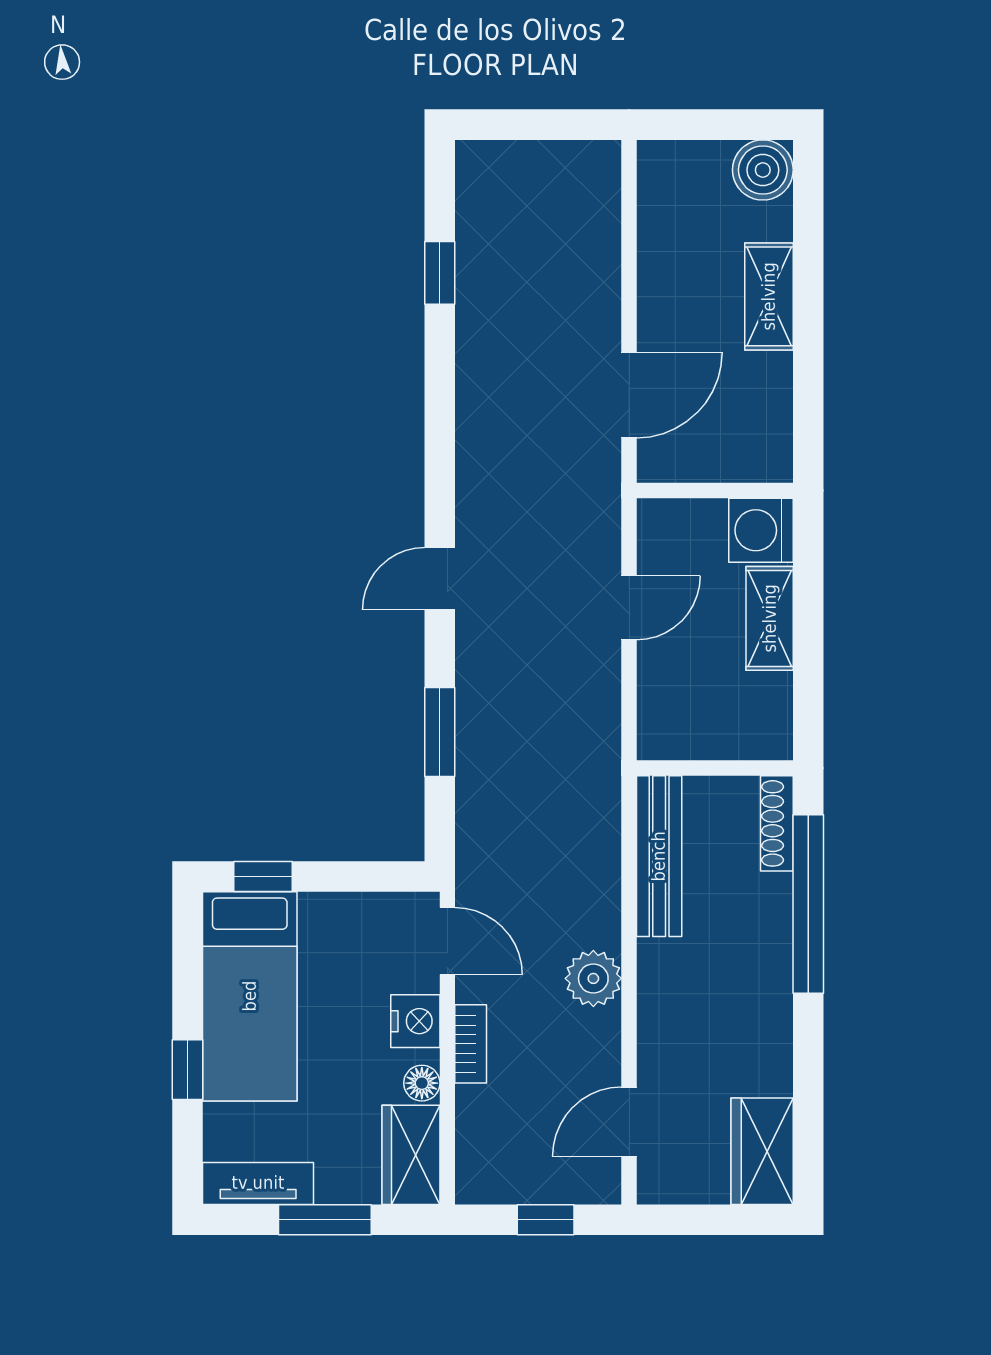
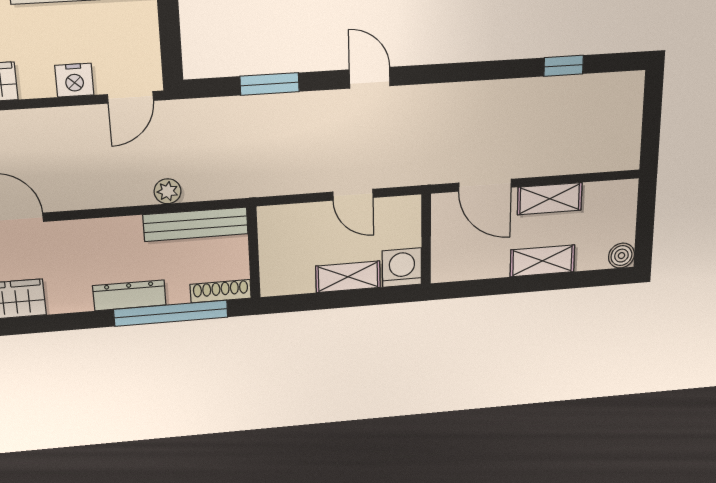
boiler: (763, 170) -> (621, 256), width x0.73, depth x0.73
shelving: (660, 288) -> (550, 199), added
dresser: (771, 967) -> (129, 295), added
plant: (593, 978) -> (168, 191), moved, width x0.73, depth x0.73
bookcase: (471, 1044) -> (62, 117), removed
floor lamp: (422, 1083) -> (32, 87), removed

